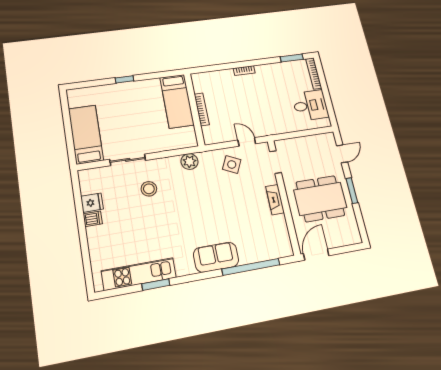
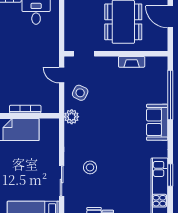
door: (247, 142) -> (62, 75), hinge flipped
plant: (189, 161) -> (72, 117), moved
fireplace: (275, 200) -> (132, 62), moved
door: (316, 255) -> (170, 17), moved

